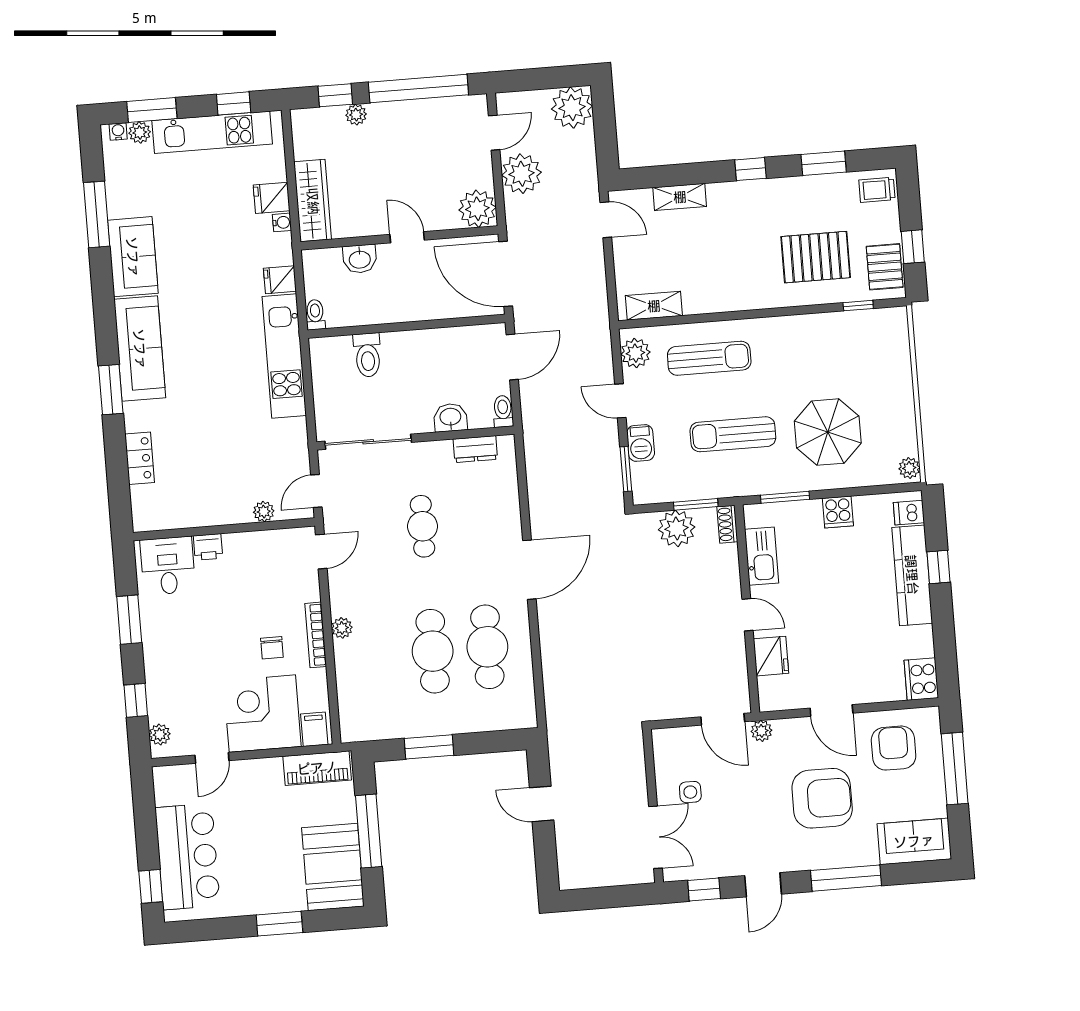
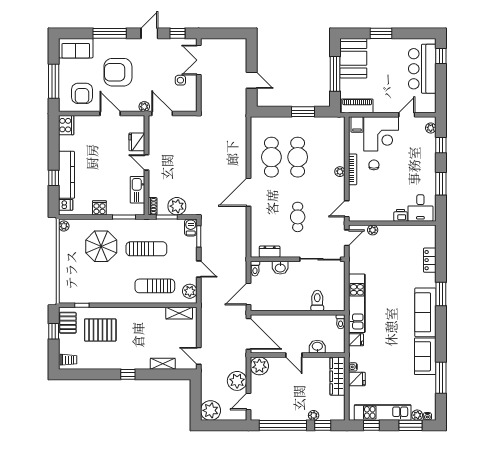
window: (824, 163) -> (93, 374), removed
barbecue: (641, 443) -> (191, 227), moved

